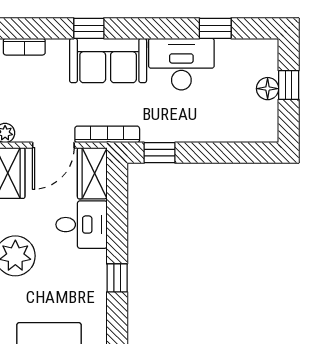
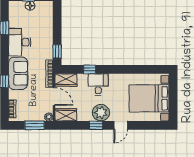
desk: (82, 225) -> (98, 85), moved
window: (117, 278) -> (90, 69), moved

